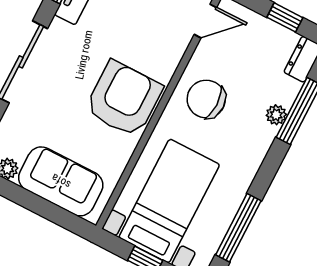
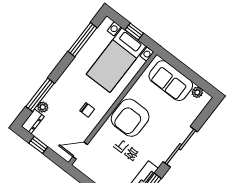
chair: (206, 99) -> (87, 110), width x0.54, depth x0.54
plant: (276, 115) -> (43, 107), moved

